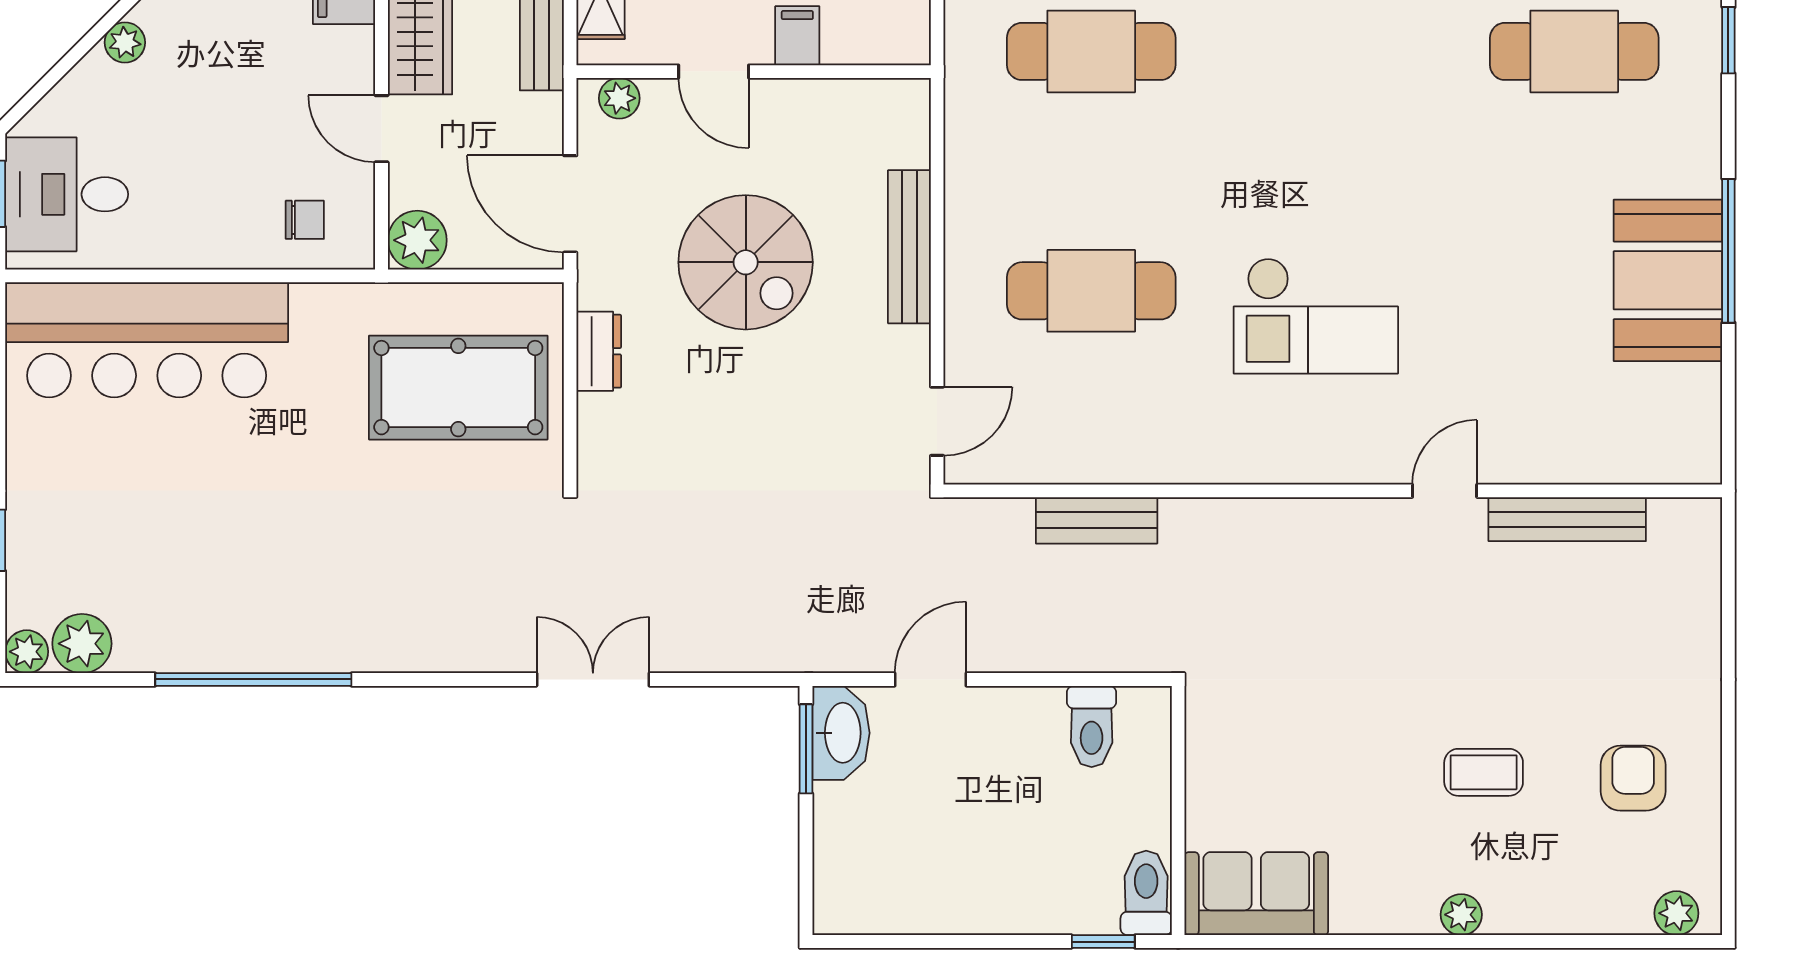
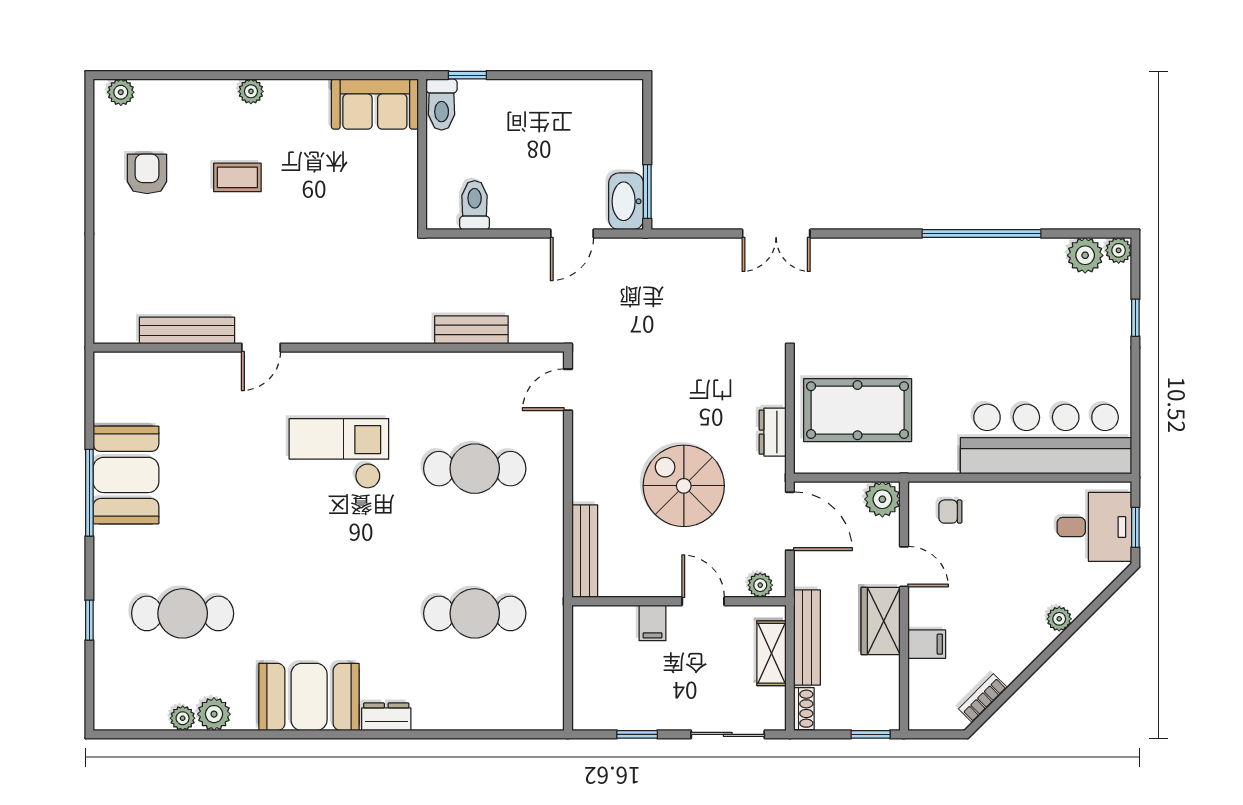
bench: (909, 247) -> (585, 551), moved
armchair: (1633, 778) -> (147, 174), turned 180

